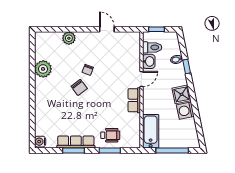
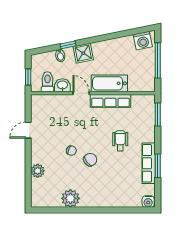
shower: (182, 94) -> (83, 53), moved
row of seats: (134, 100) -> (110, 101), width x1.48
washing machine: (185, 111) -> (143, 41), moved
bathtub: (151, 131) -> (109, 83), moved
wheelchair: (110, 135) -> (120, 141), moved
window: (110, 151) -> (158, 114), moved

